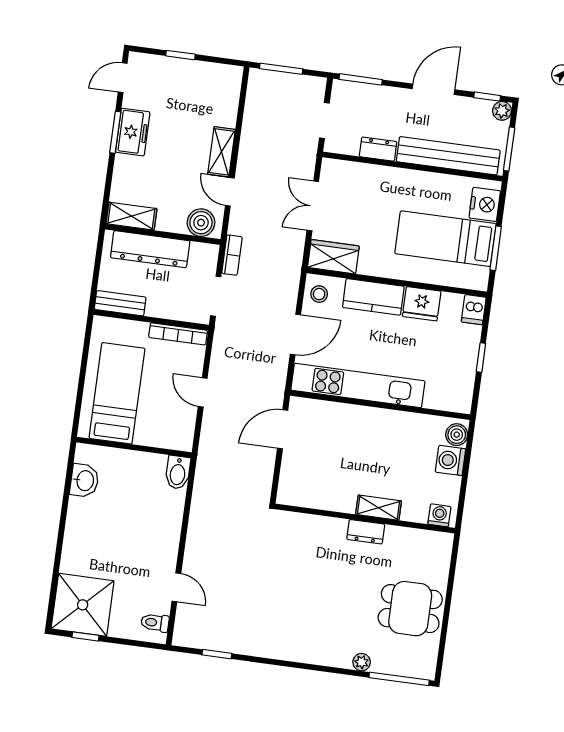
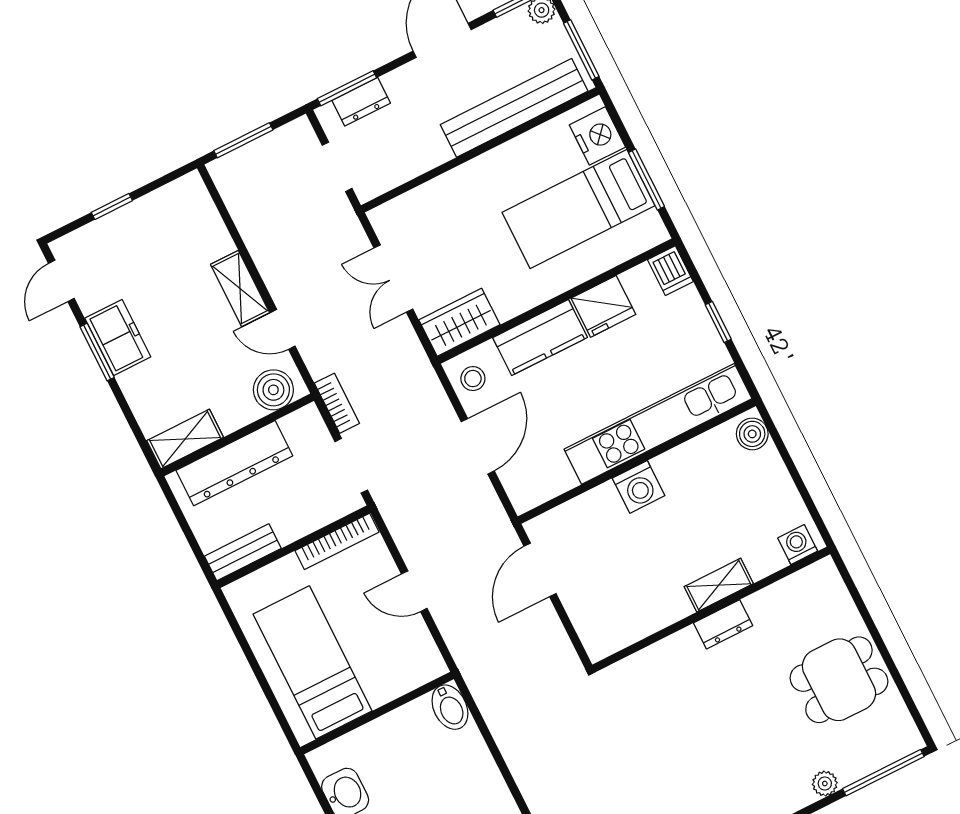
dresser: (378, 149) -> (361, 102), moved, turned 180
kitchen unit: (358, 386) -> (658, 424), moved
washing machine: (450, 460) -> (639, 487), moved, turned -90

